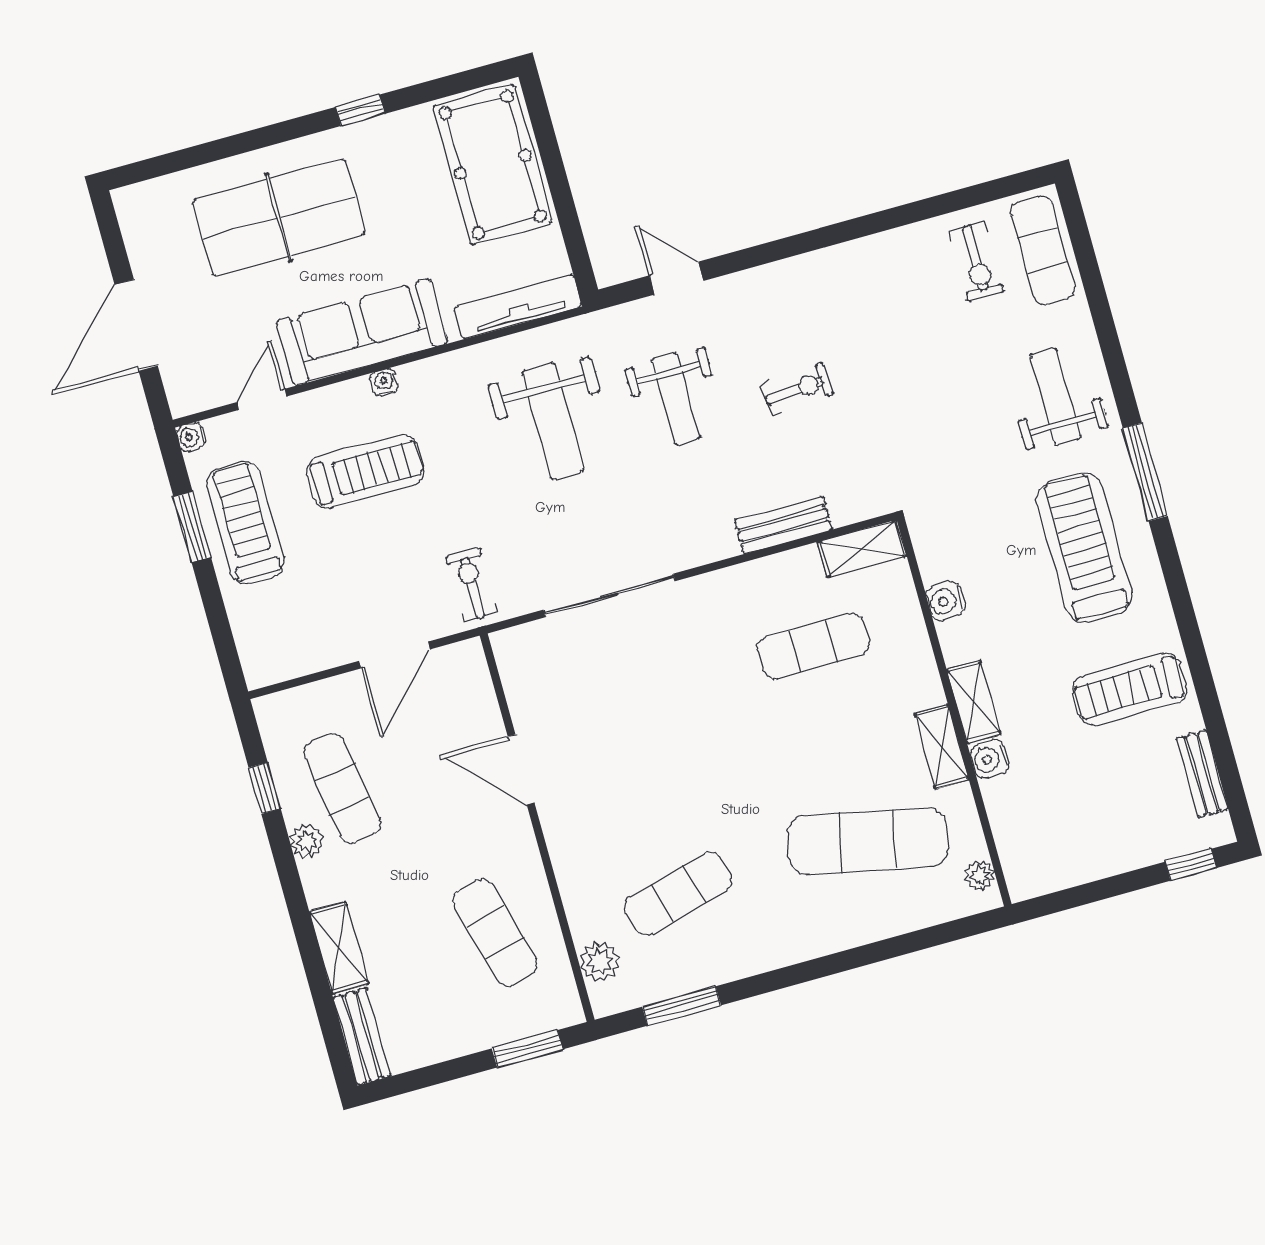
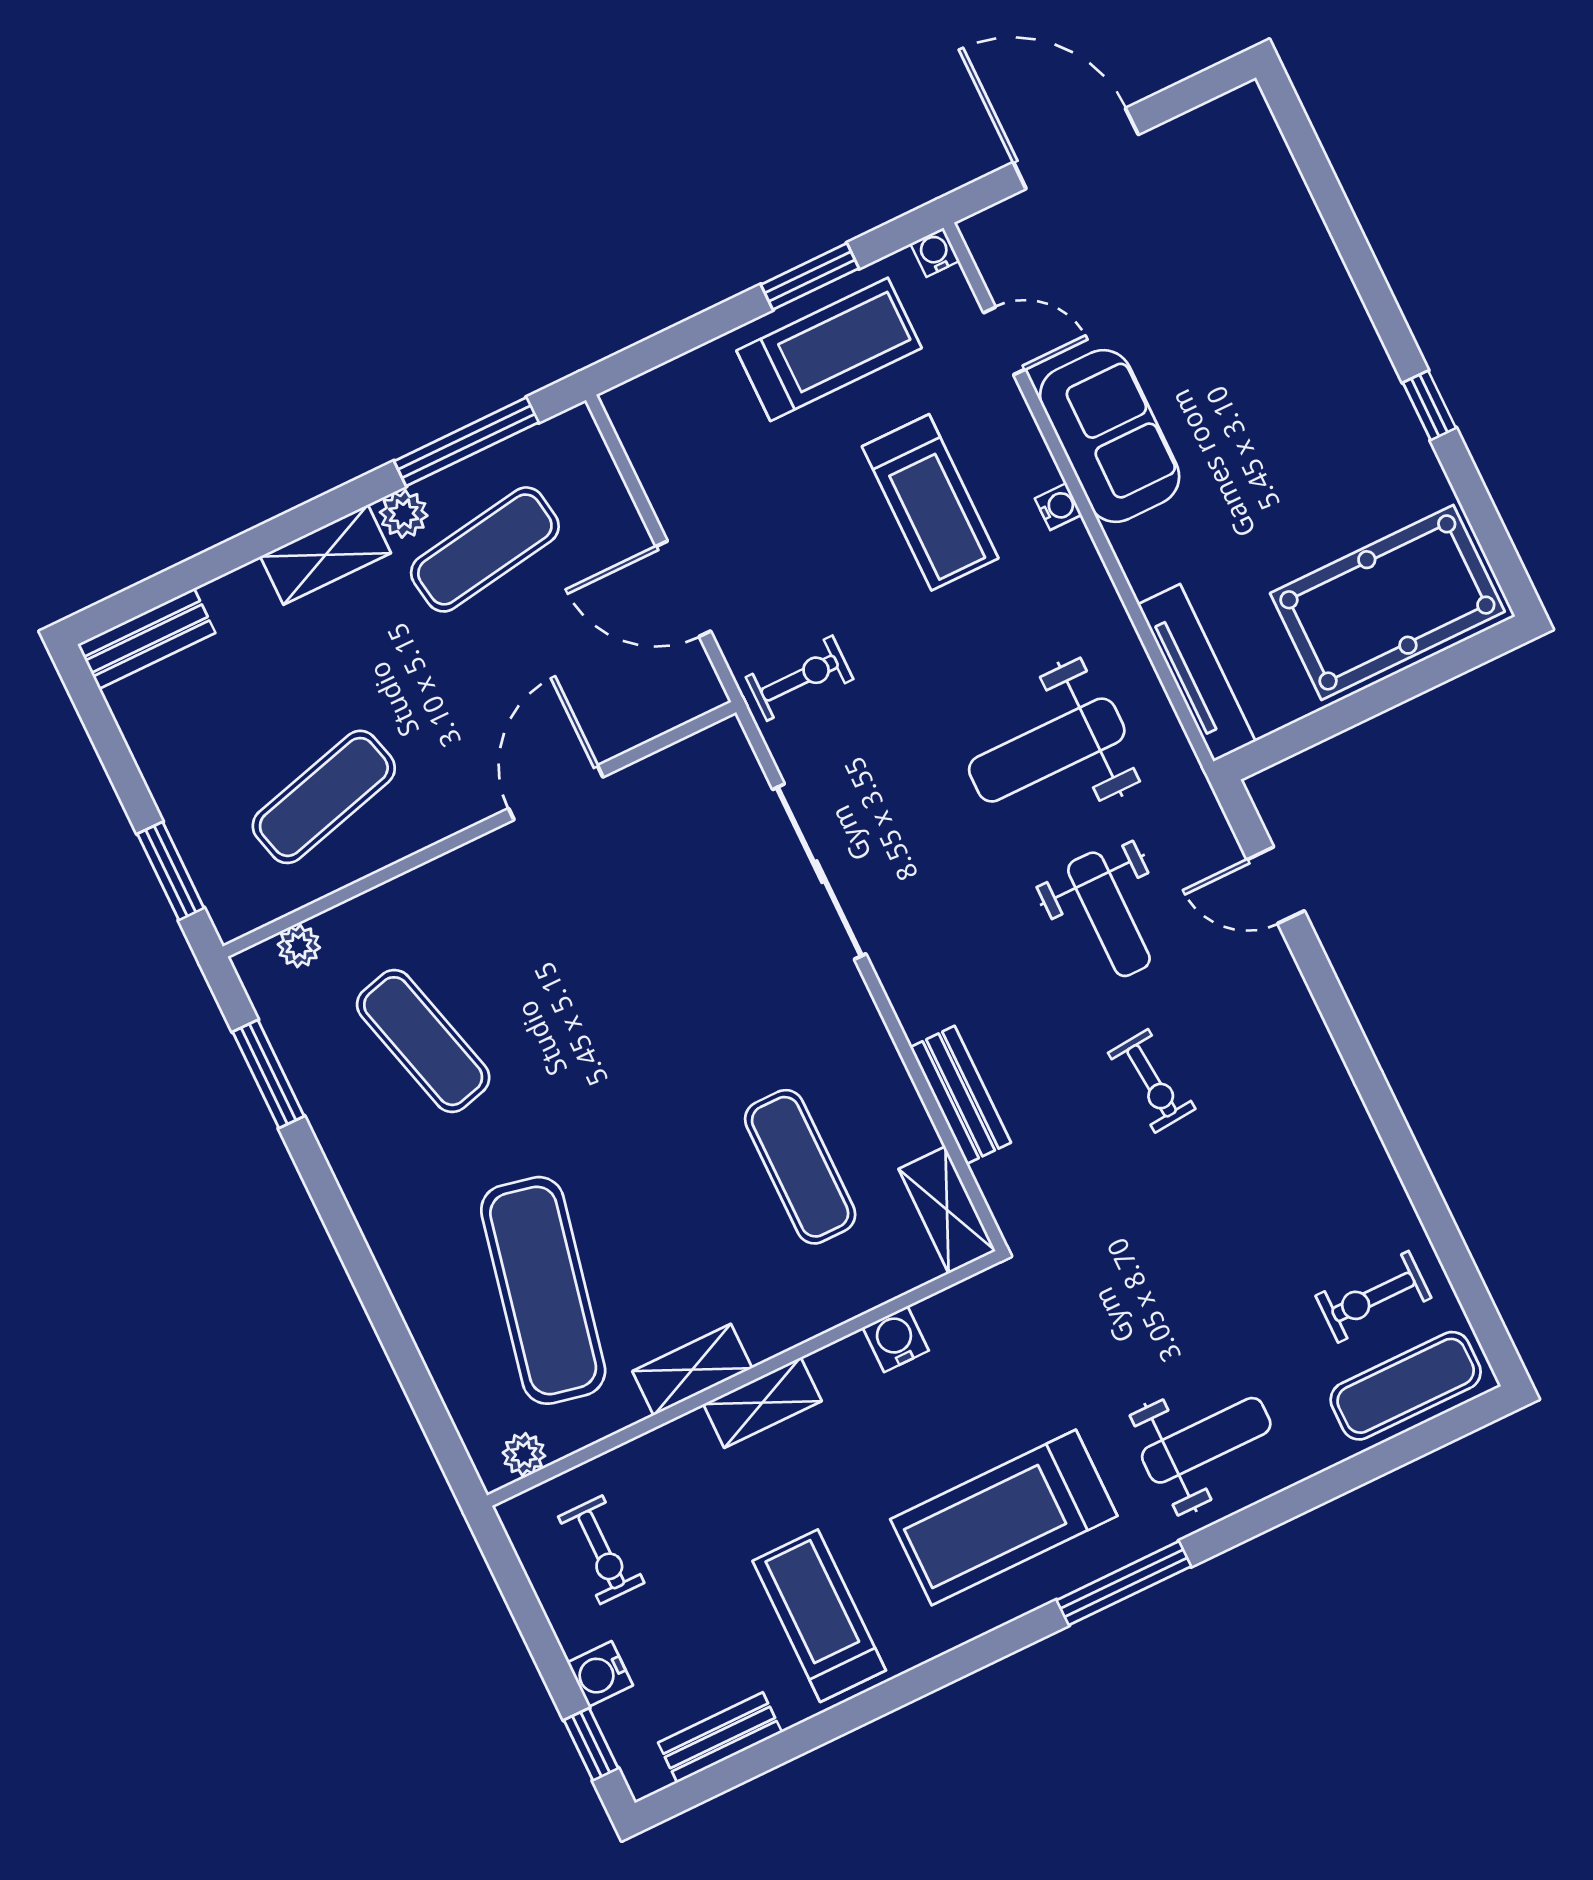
table tennis table: (279, 217) -> (1261, 319), removed
door: (676, 278) -> (1276, 885), swing flipped
sofa: (362, 332) -> (1110, 436), width x0.73
weight bench: (676, 398) -> (1109, 914), turned -90
treadmill: (1084, 548) -> (1004, 1517), turned 180
water cooler: (990, 759) -> (600, 1674), moved, turned -90
window: (265, 788) -> (466, 442), width x2.17
exercise bike: (1056, 833) -> (601, 1550), added
shelving: (339, 948) -> (326, 555), moved
plant: (600, 962) -> (299, 946), width x0.73, depth x0.73

